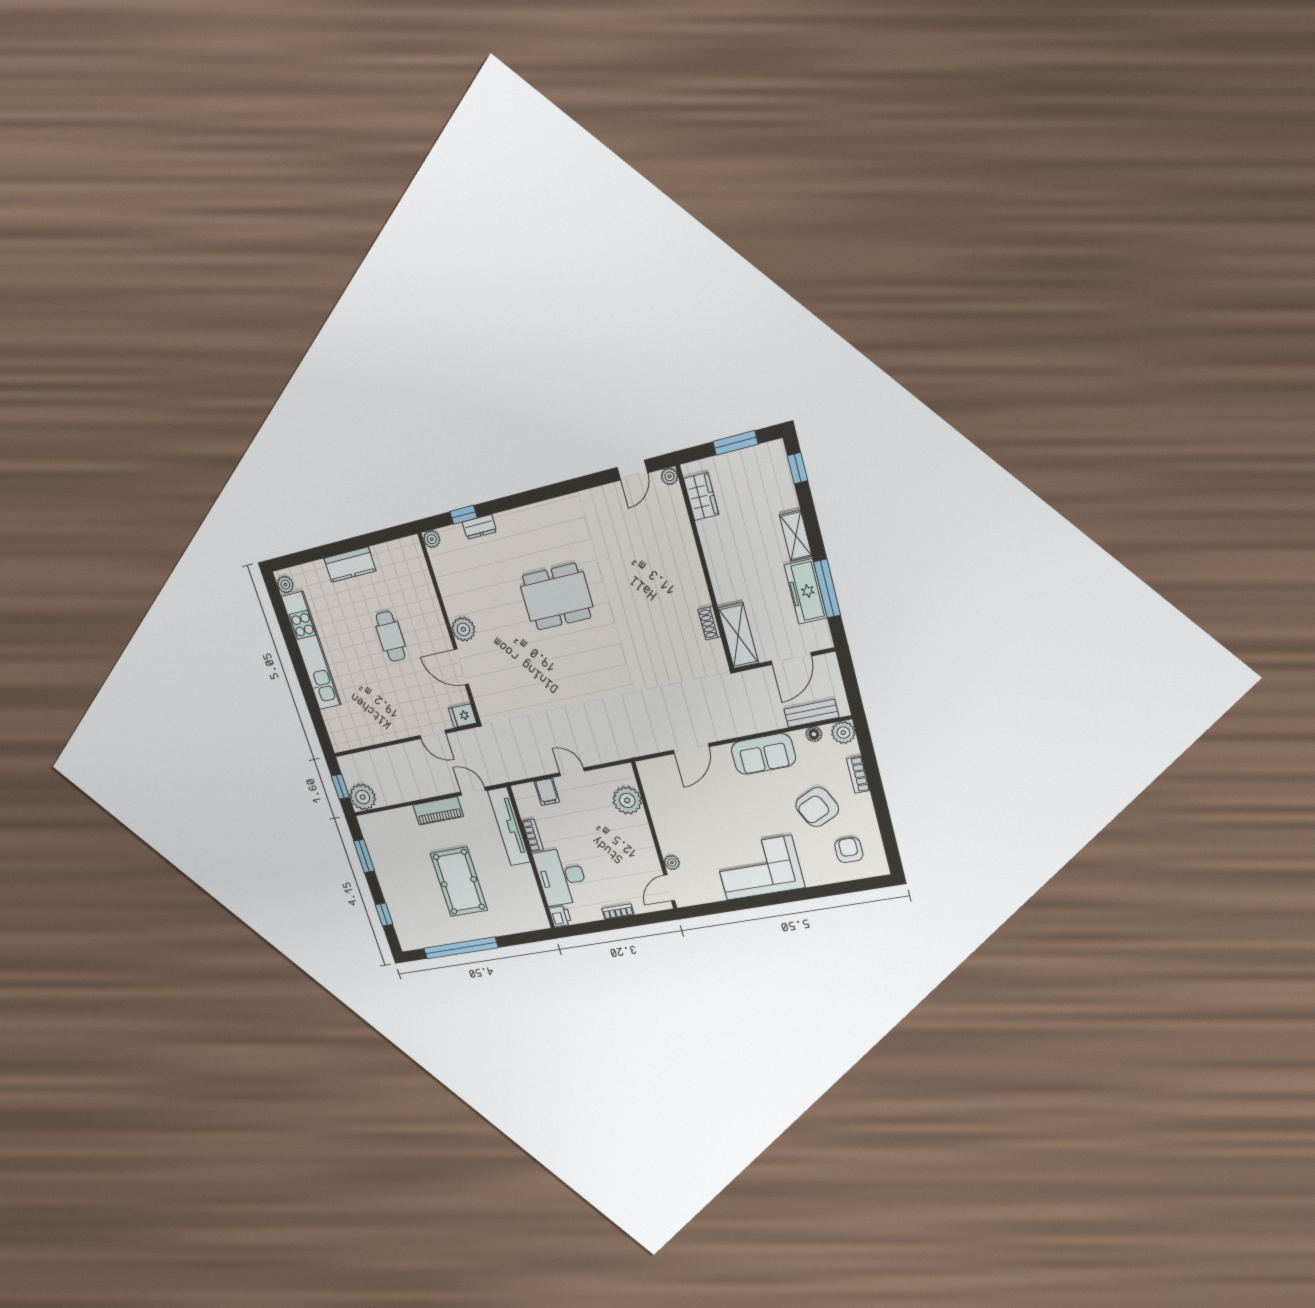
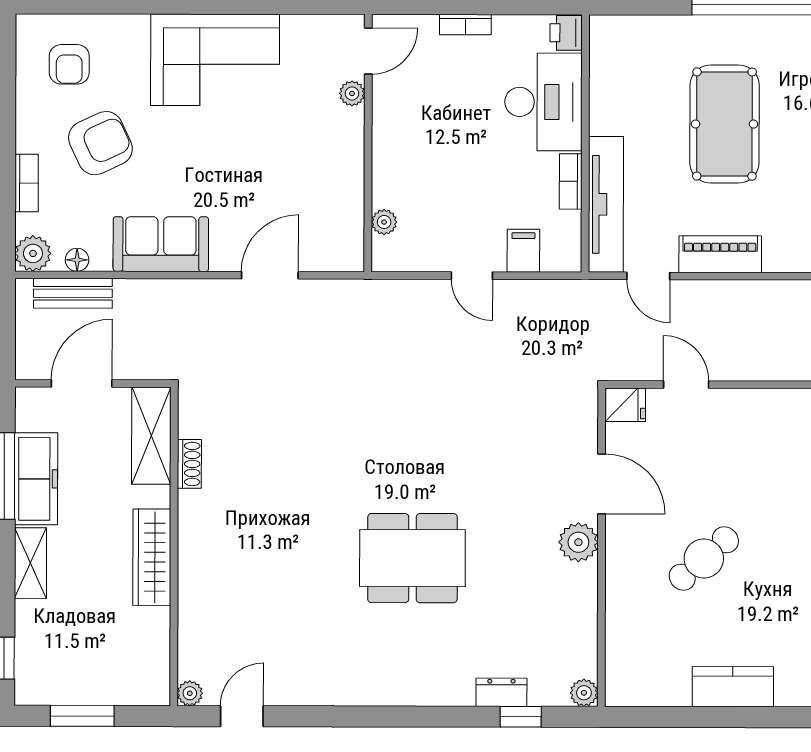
wardrobe: (701, 497) -> (152, 557), moved, width x1.50
cafe table: (391, 636) -> (704, 558), turned 49
plant: (627, 800) -> (384, 222), width x0.53, depth x0.53

